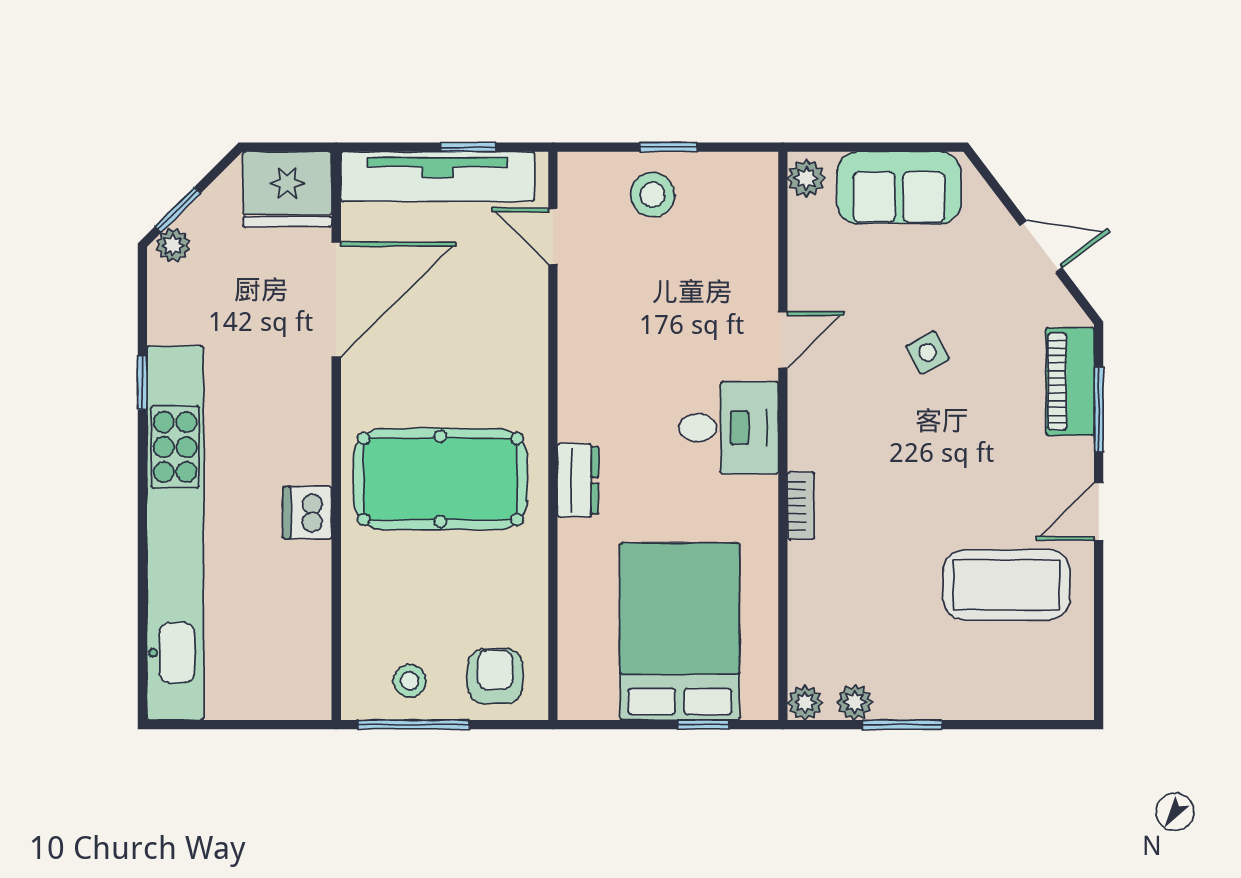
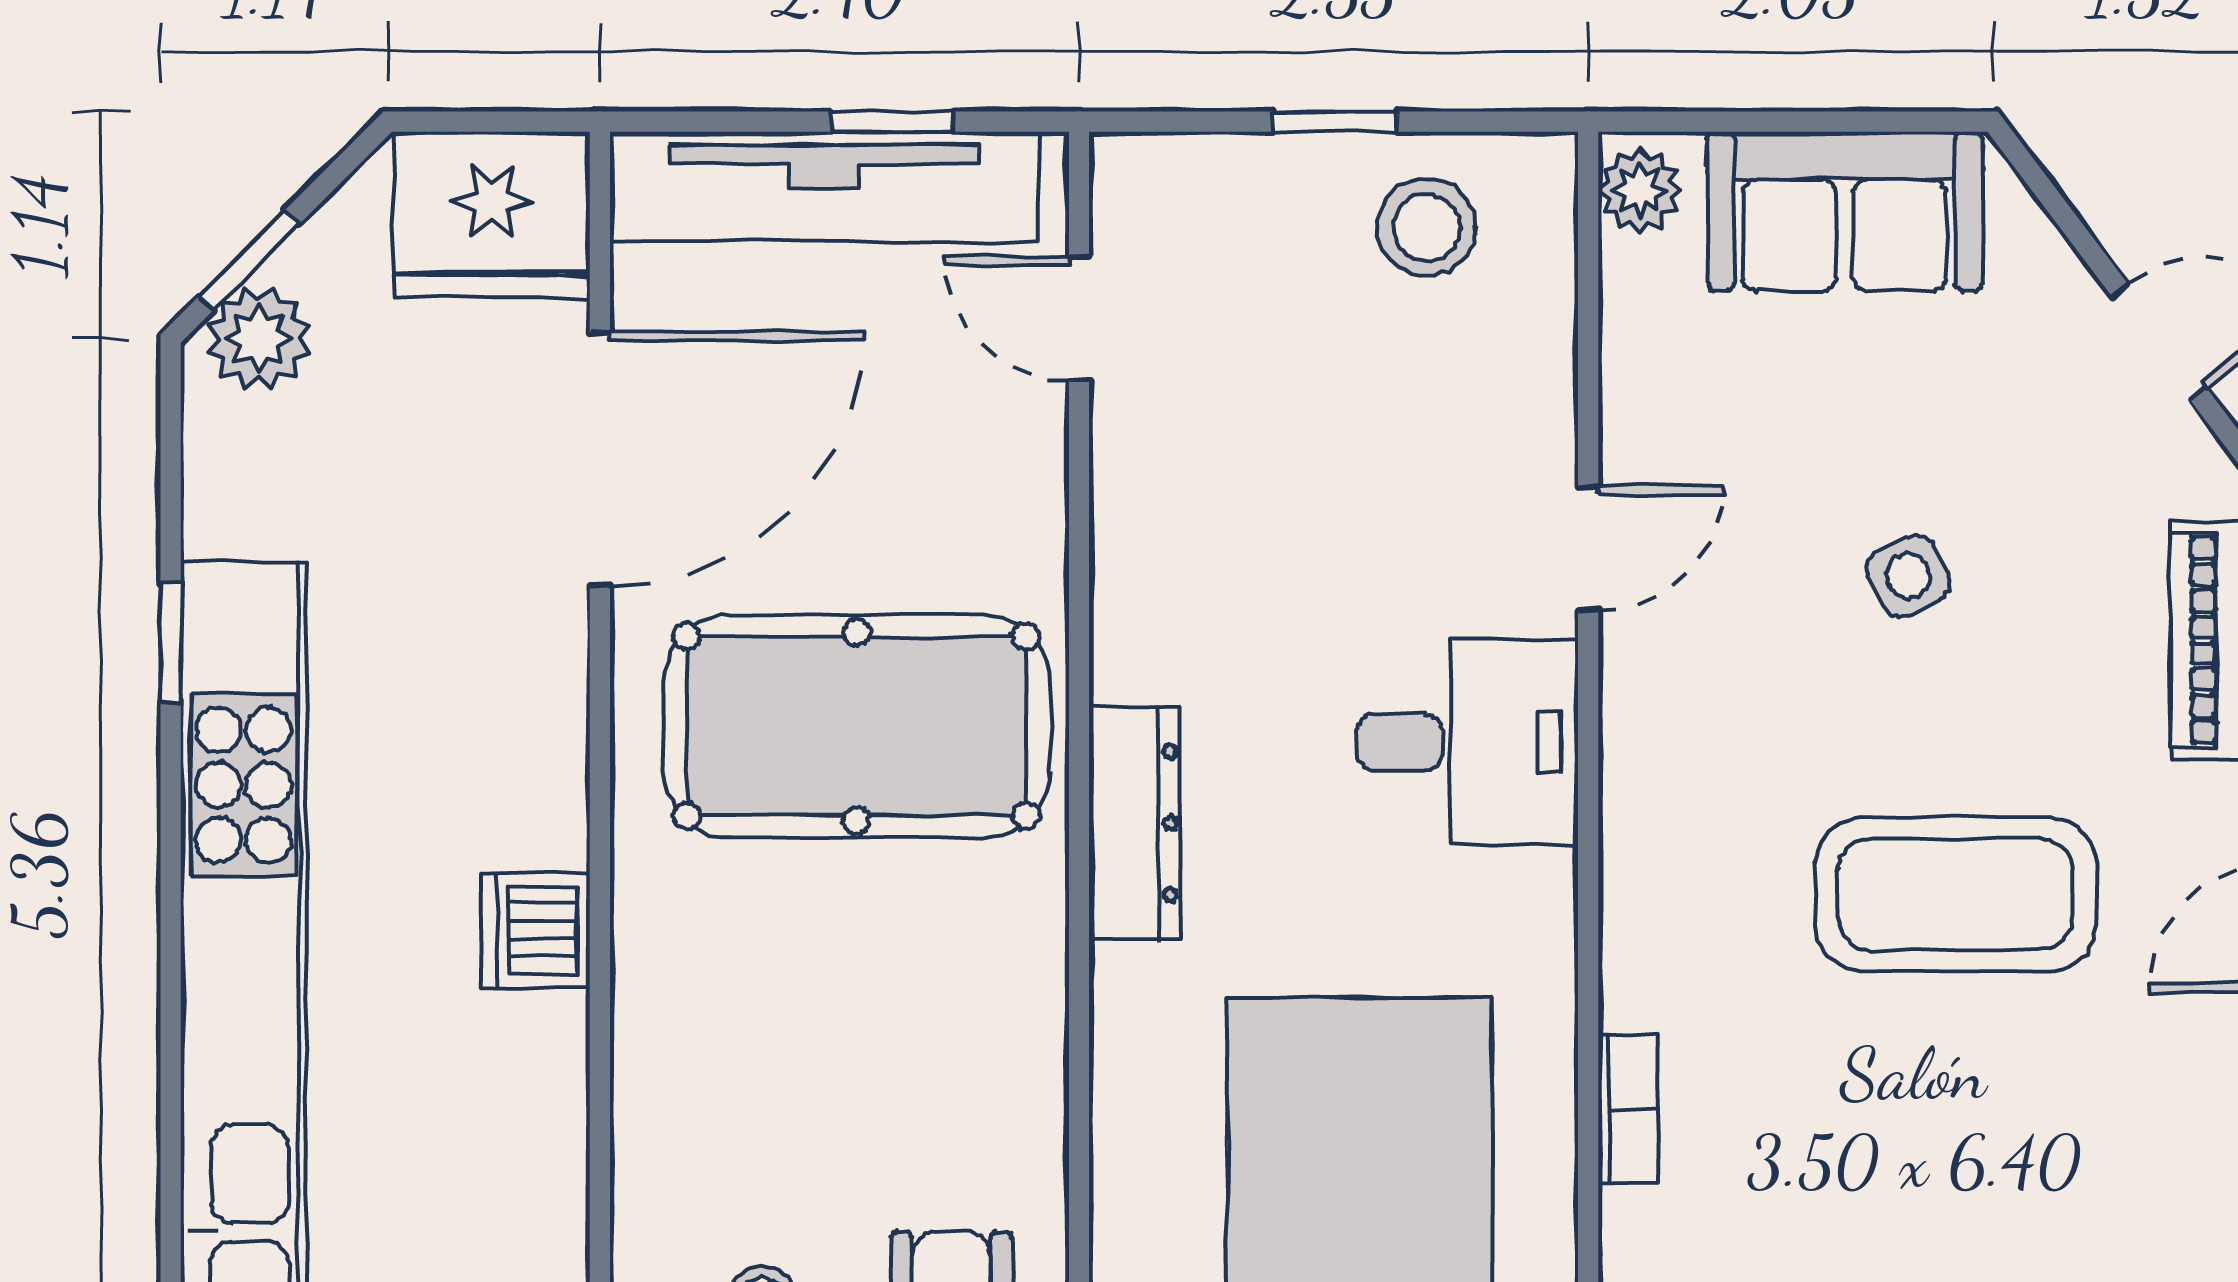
stool: (652, 195) -> (1427, 228), moved
plant: (173, 245) -> (259, 339), width x1.38, depth x1.38
pool table: (440, 479) -> (857, 726), moved
dresser: (578, 480) -> (1135, 823), width x1.44
bookcase: (801, 506) -> (1628, 1109), moved
coffee table: (1006, 585) -> (1955, 894), moved

